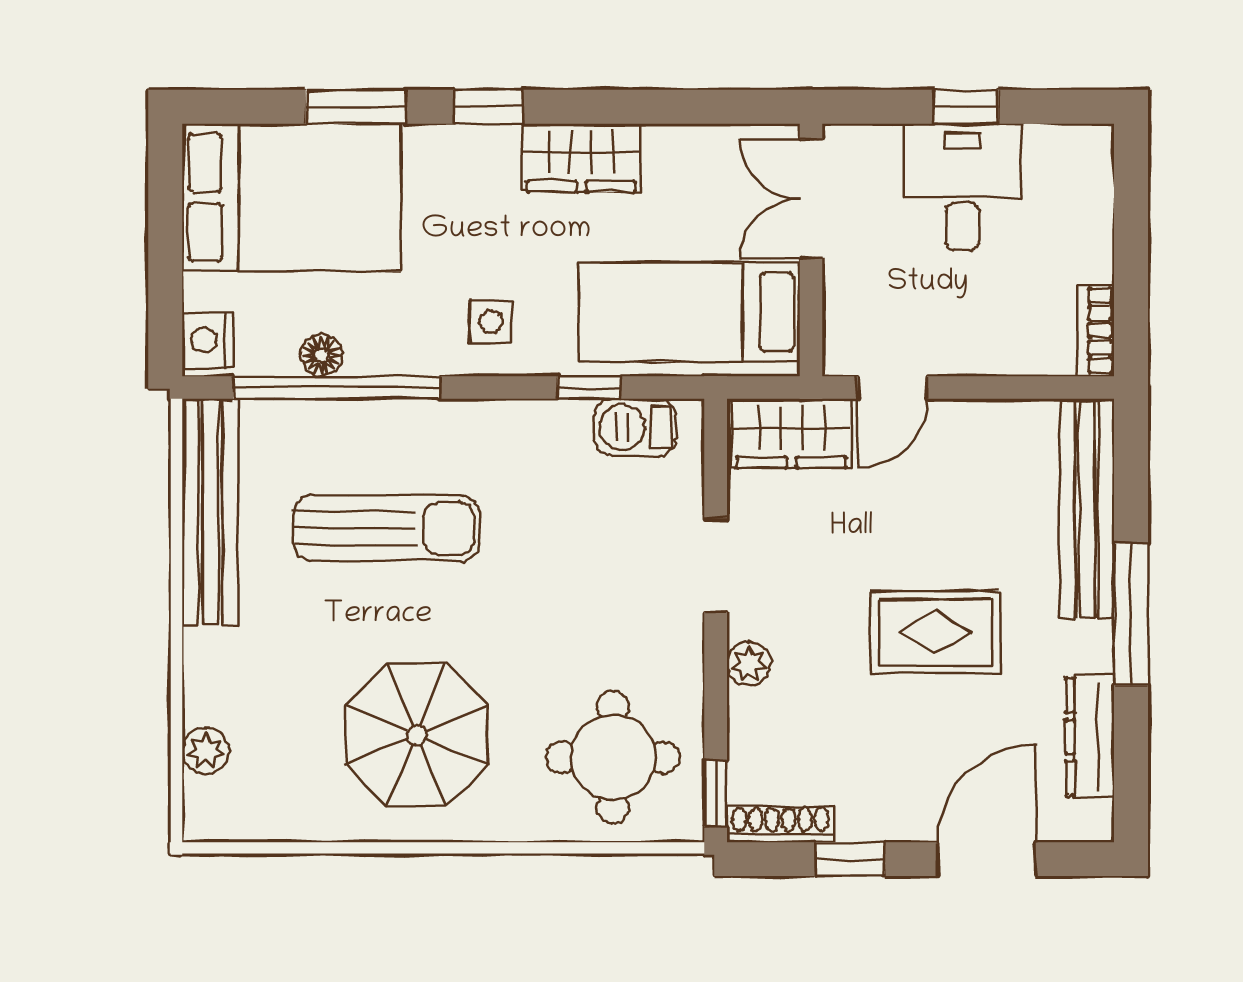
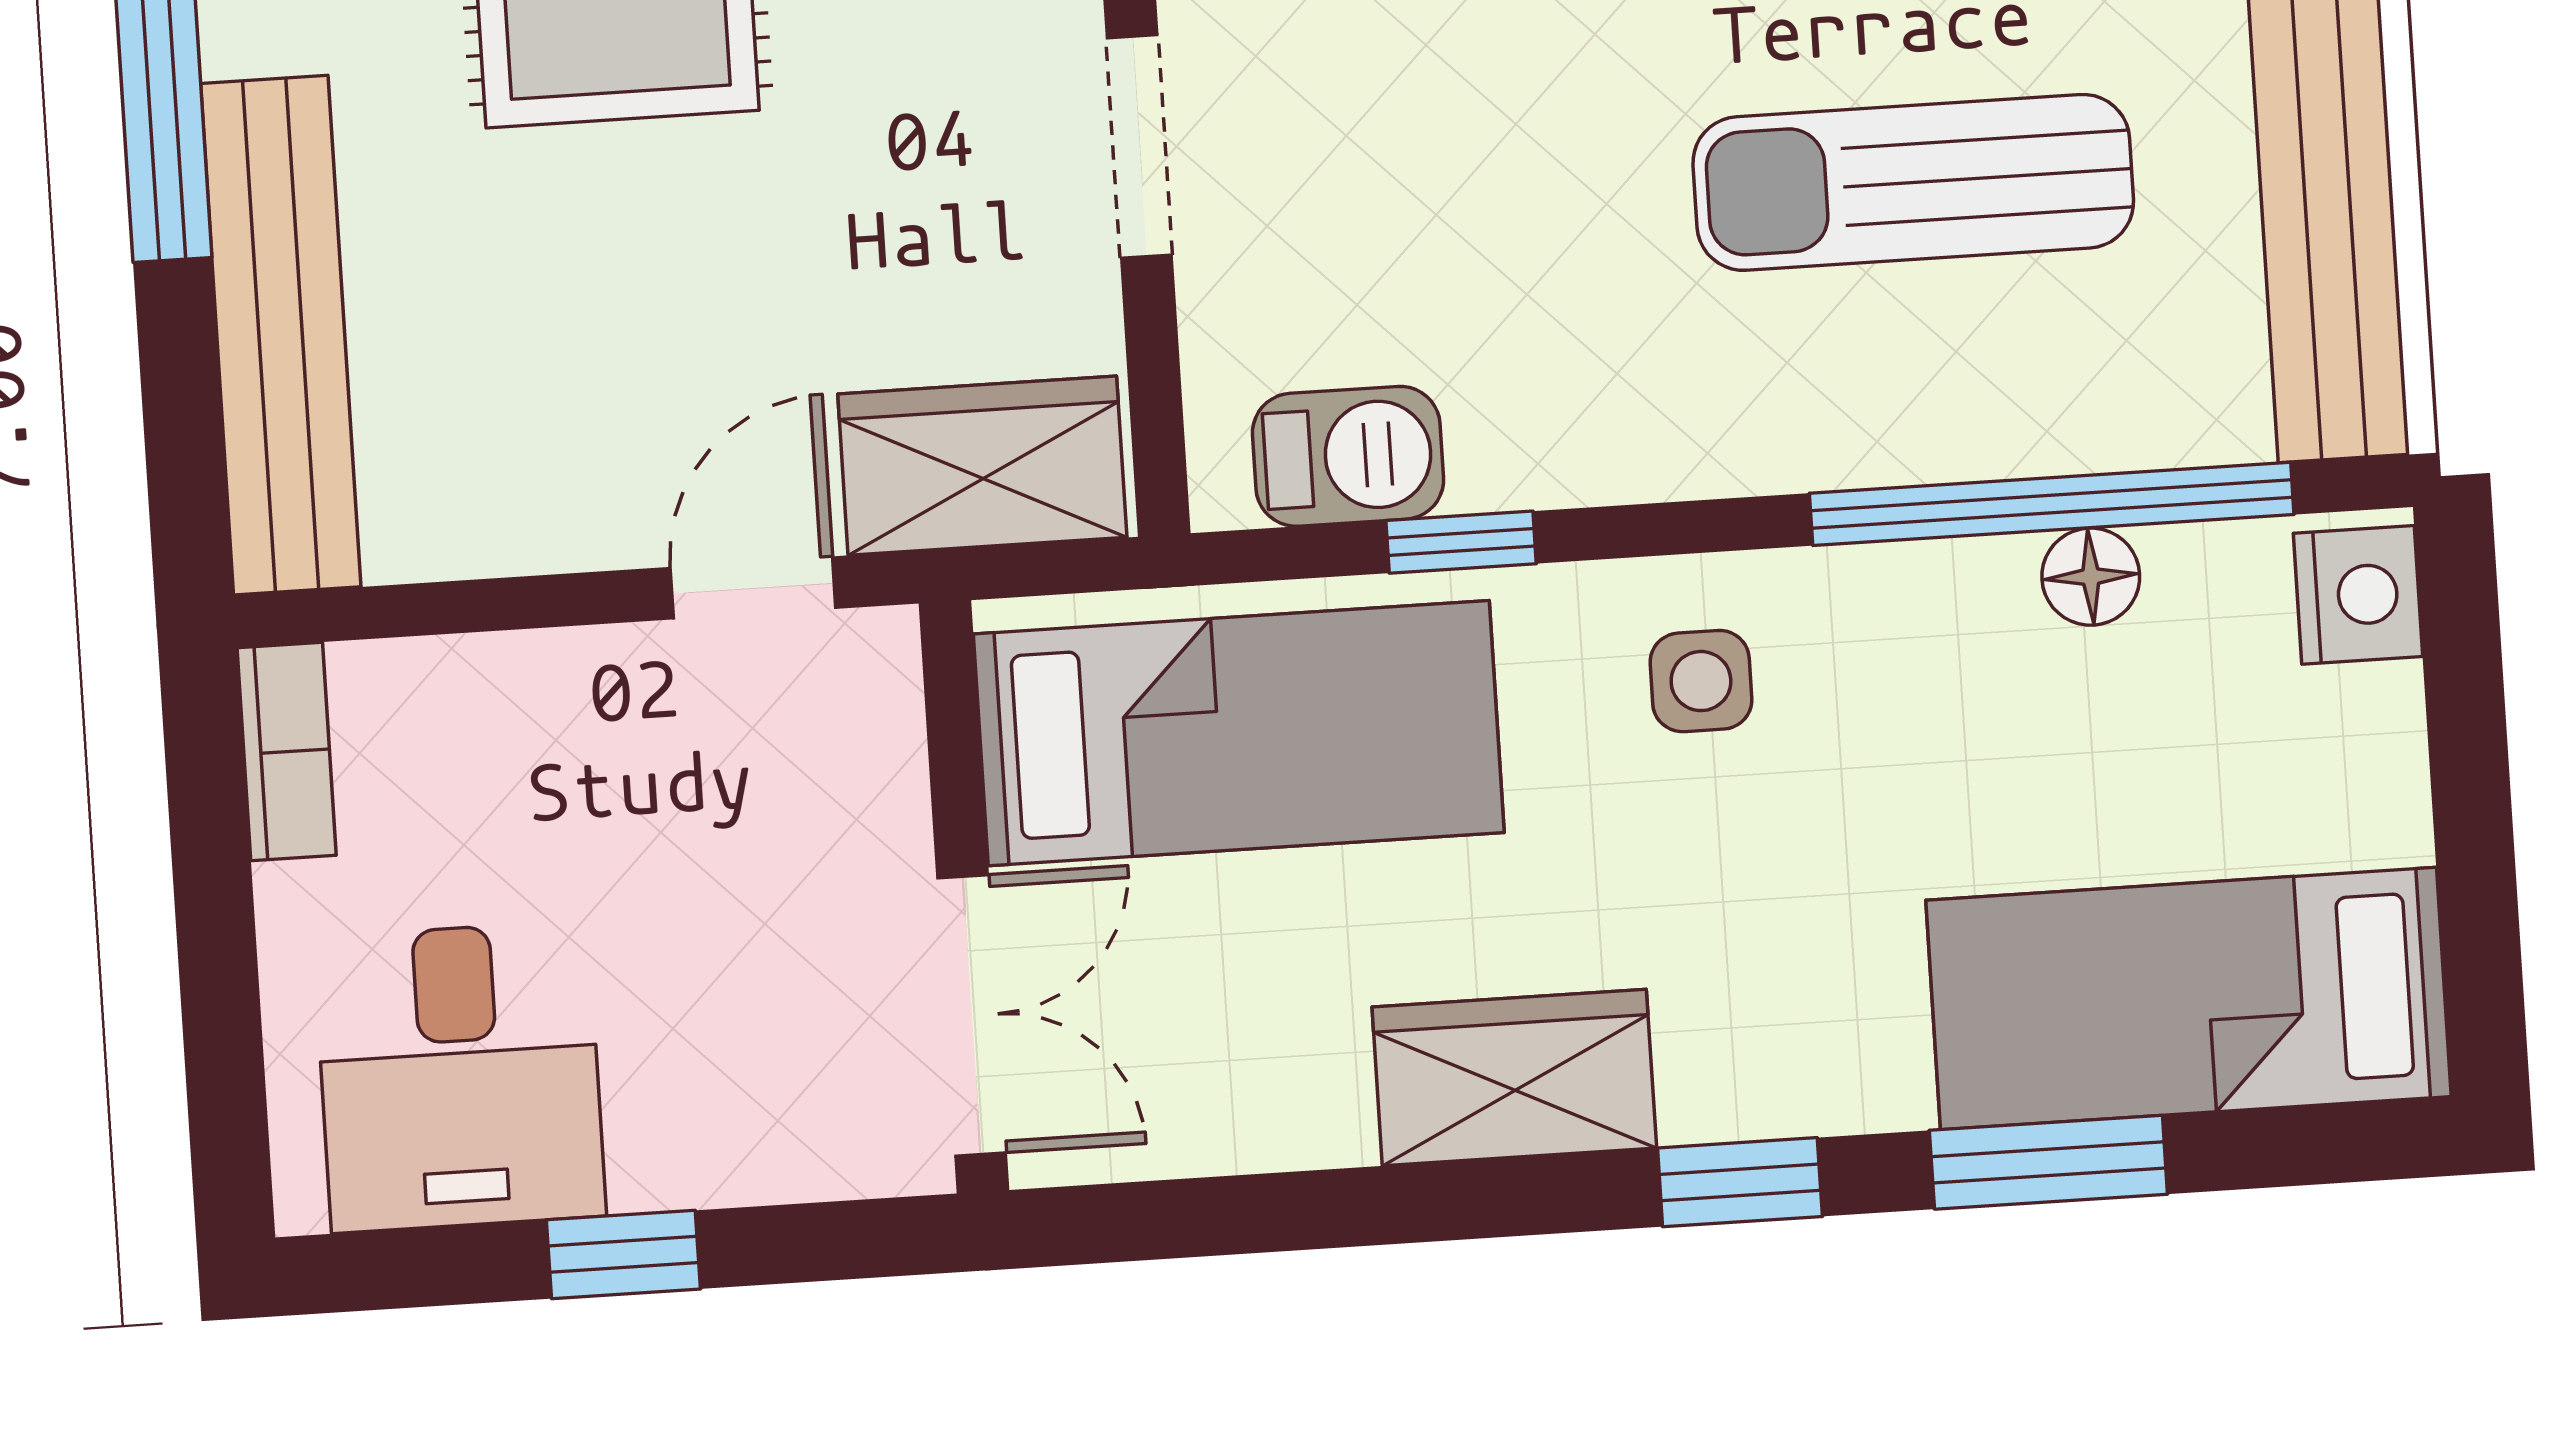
desk: (962, 187) -> (460, 1077), moved
bed: (292, 197) -> (2188, 998), width x0.67

